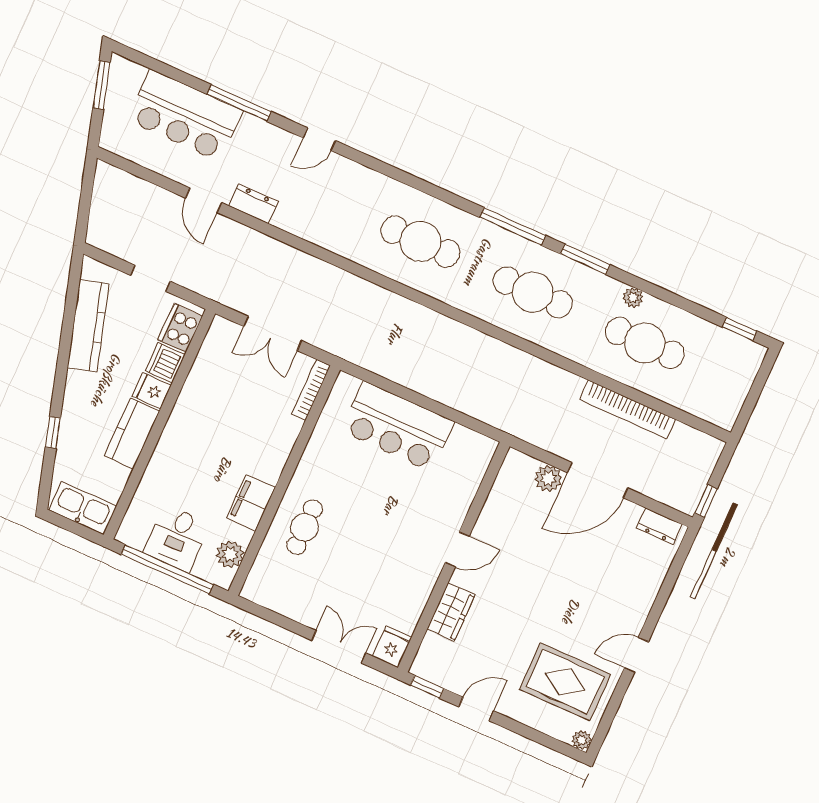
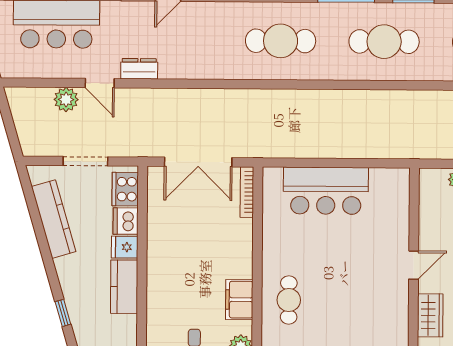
plant: (159, 202) -> (66, 99), added
doorway: (150, 278) -> (85, 161), width x1.38
double door: (273, 334) -> (198, 162), width x1.37

